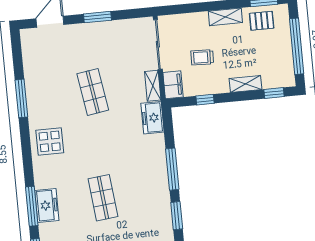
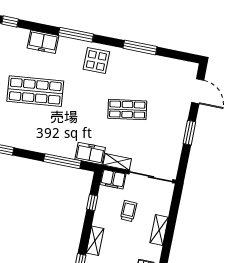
shelving: (225, 17) -> (159, 230), moved
window: (172, 169) -> (62, 161), moved
shop shelf: (103, 198) -> (35, 91), width x1.43, depth x1.36
window: (32, 206) -> (76, 35), moved

